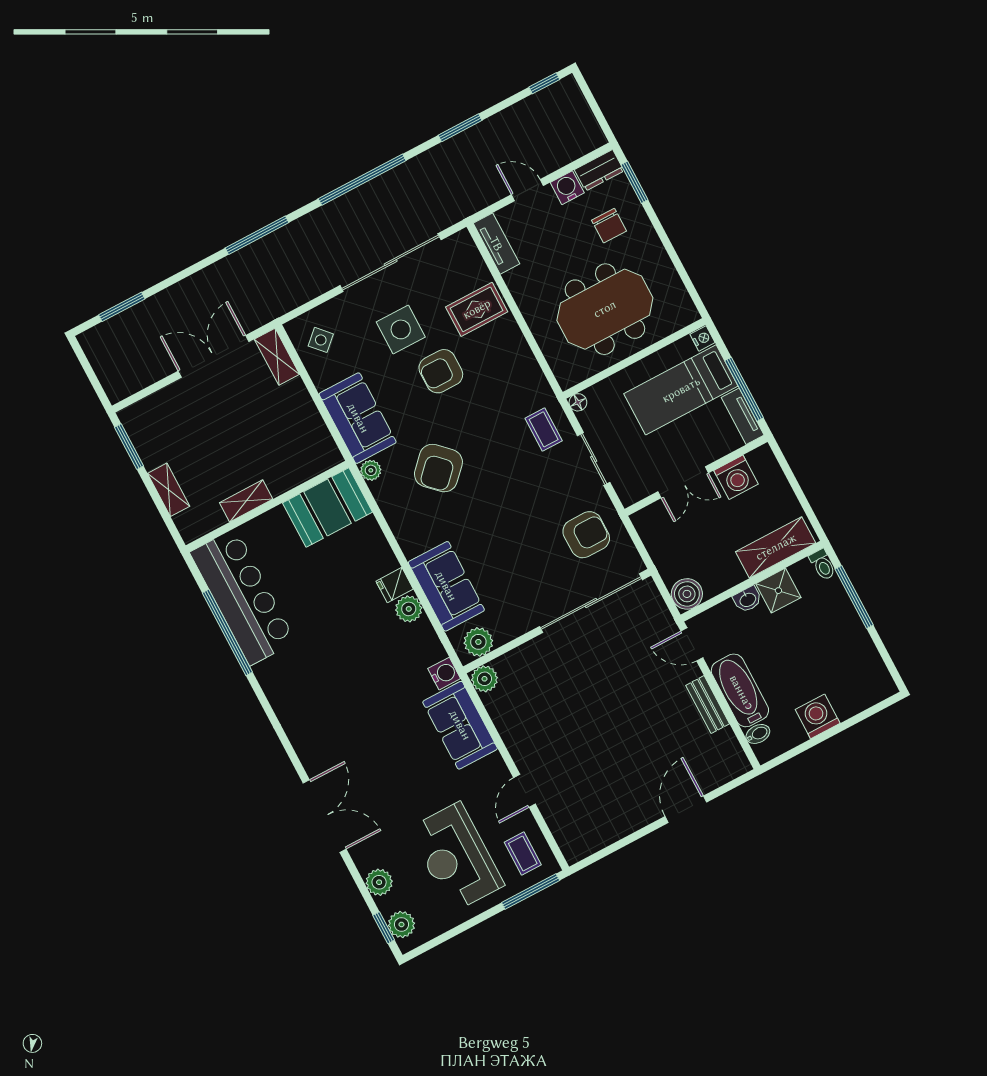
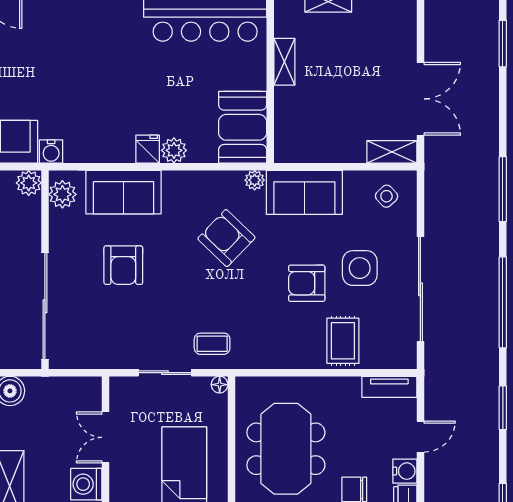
armchair: (441, 371) -> (307, 283), turned -90
armchair: (586, 535) -> (123, 265), moved
plant: (409, 609) -> (174, 150), moved

